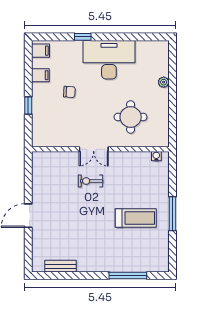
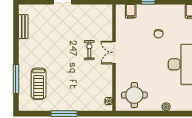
filing cabinet: (40, 75) -> (131, 11), moved
round table: (131, 117) -> (134, 95), moved
treadmill: (136, 218) -> (39, 84), moved

